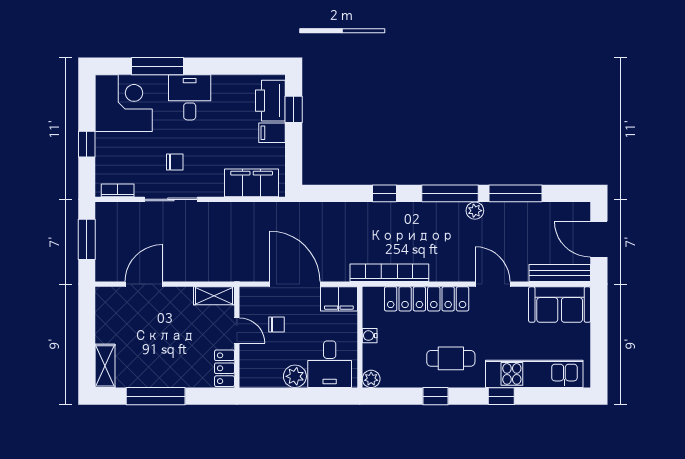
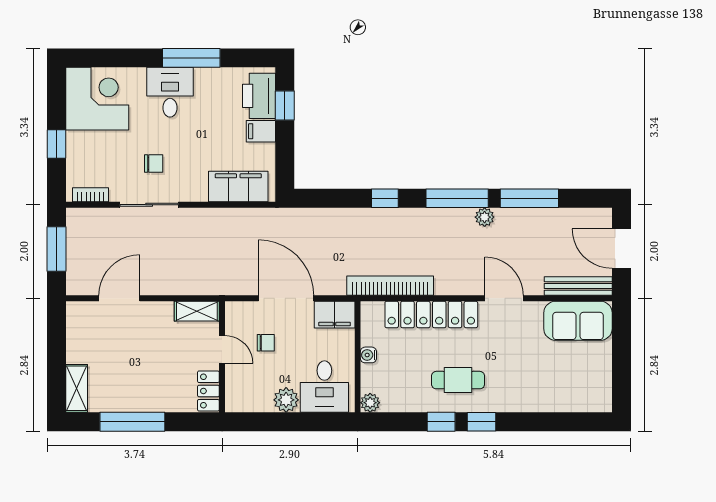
window: (158, 66) -> (191, 58), moved
kitchen unit: (534, 374) -> (550, 397), removed
window: (501, 396) -> (482, 422), moved

